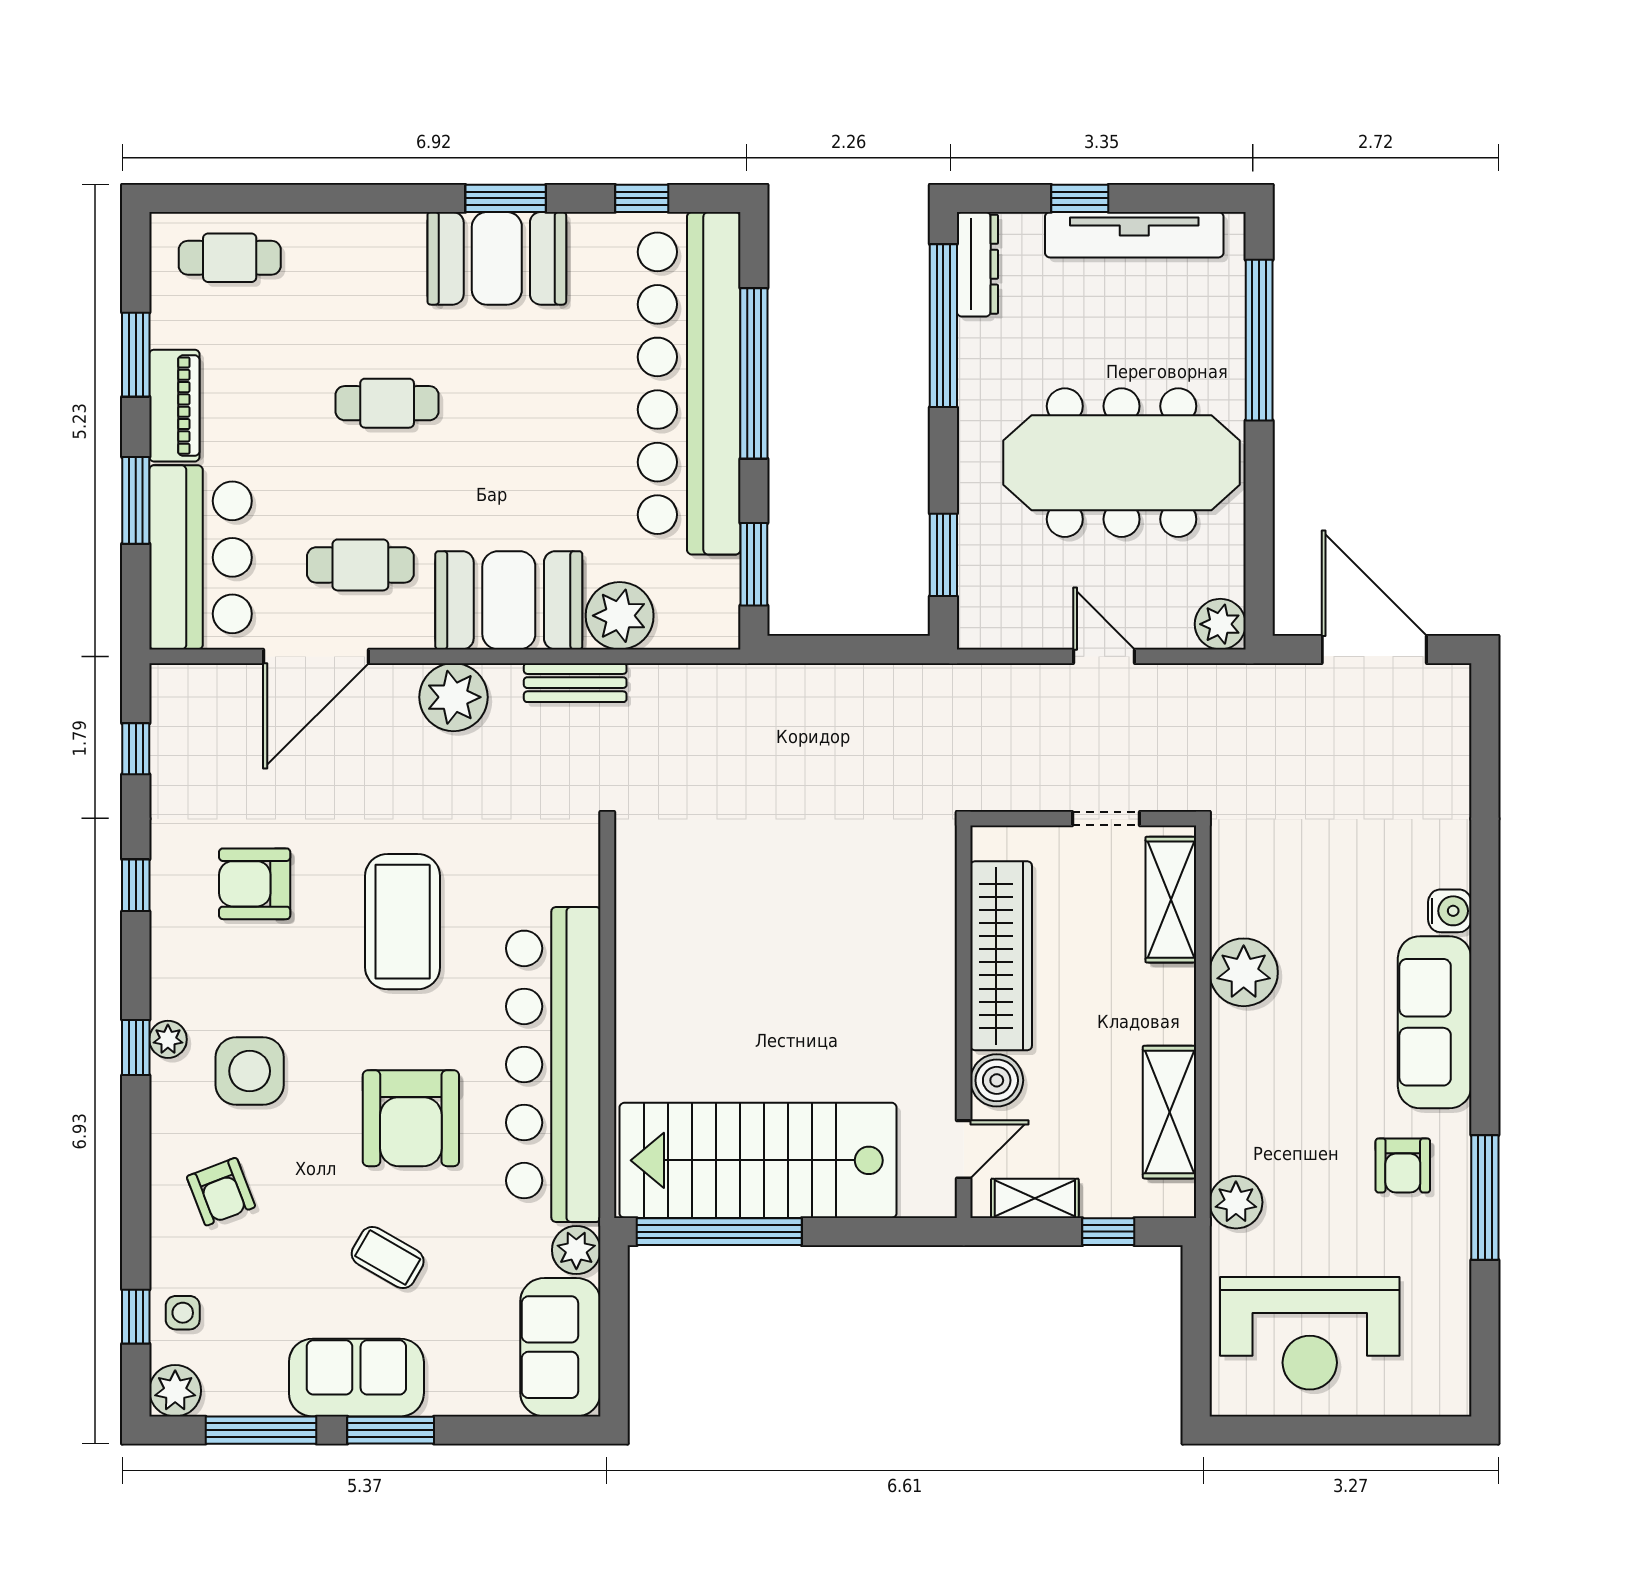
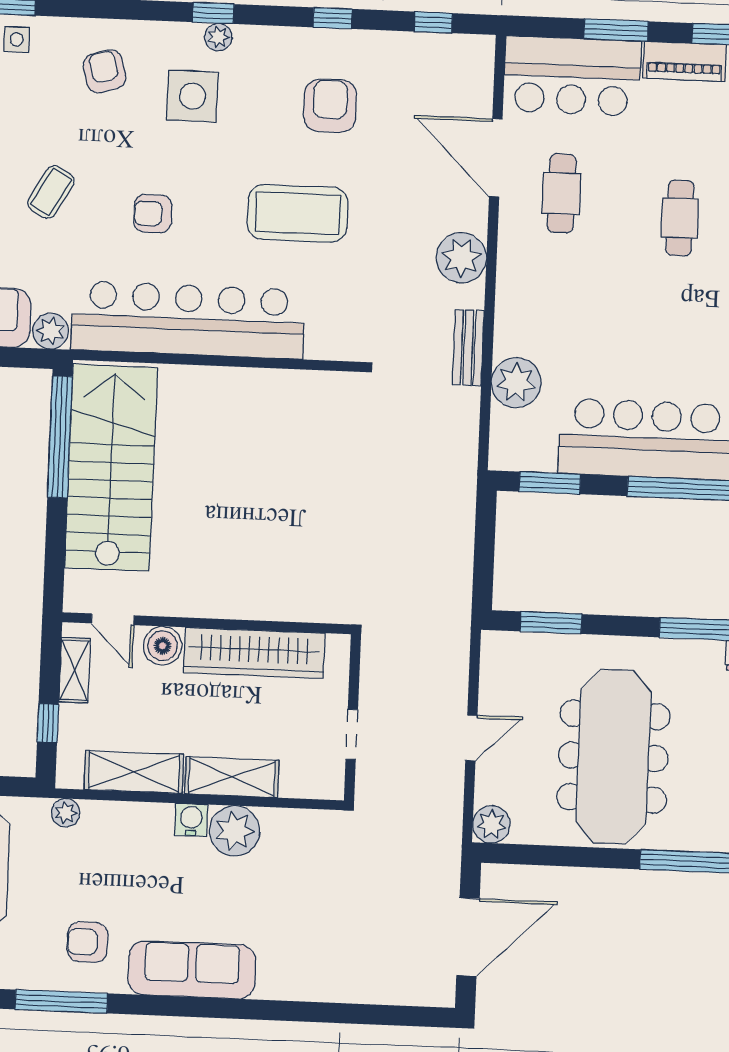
booth: (509, 600) -> (531, 301), removed
shelving: (1171, 900) -> (232, 777), moved
water cooler: (1450, 911) -> (191, 820), moved, turned 180
armchair: (411, 1118) -> (153, 213), width x0.53, depth x0.53
armchair: (221, 1192) -> (105, 71), turned 95
plant: (1236, 1202) -> (66, 813), width x0.73, depth x0.73

